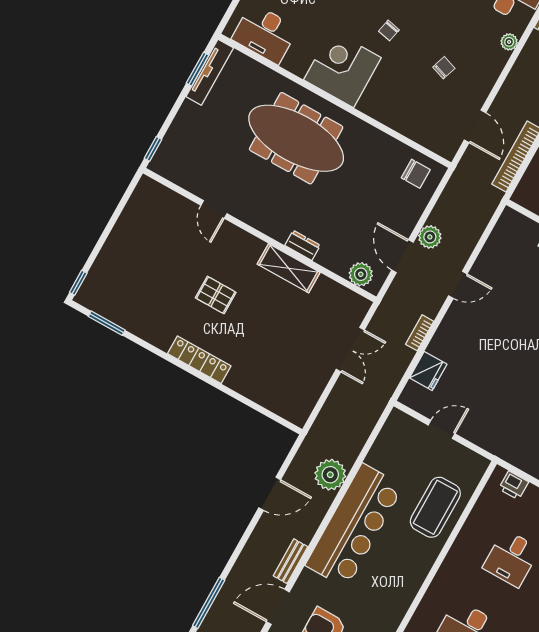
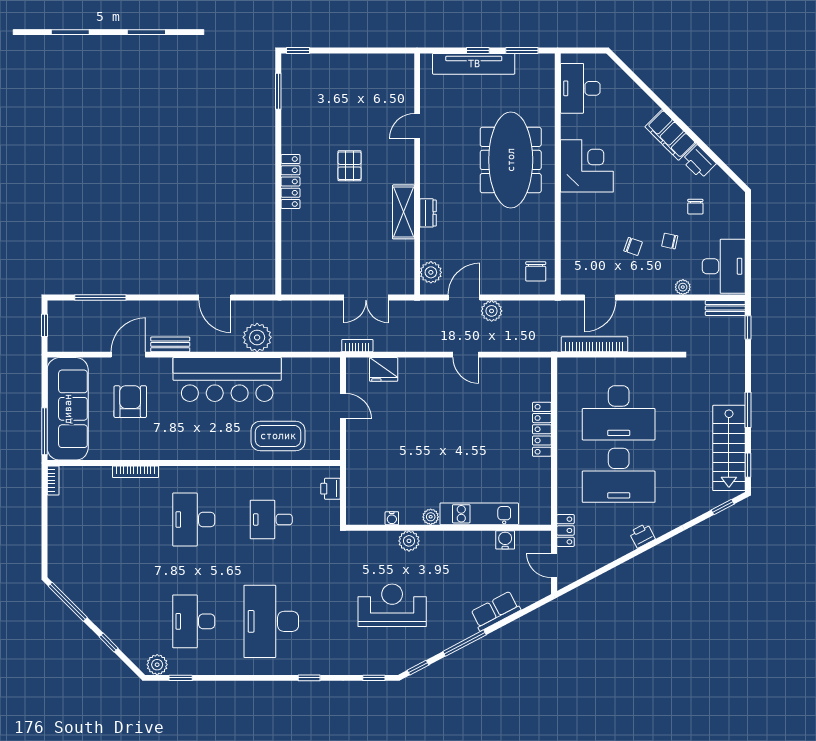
chair: (389, 30) -> (670, 241), moved
tv unit: (210, 72) -> (474, 64), moved, width x1.36, depth x1.29
window: (153, 149) -> (478, 50), moved
bookcase: (420, 333) -> (357, 346), moved
door: (278, 607) -> (128, 355), hinge flipped

